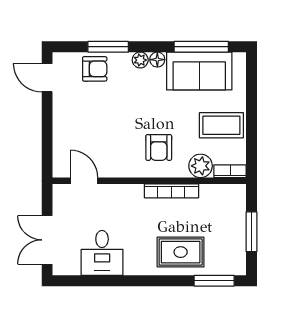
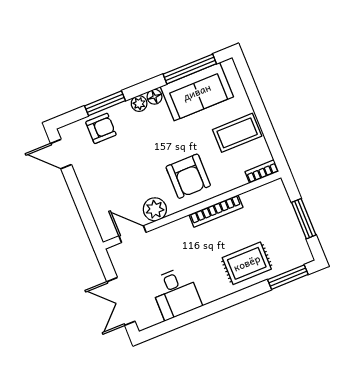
armchair: (159, 147) -> (188, 176), width x1.38, depth x1.38
plant: (201, 166) -> (155, 209), moved

